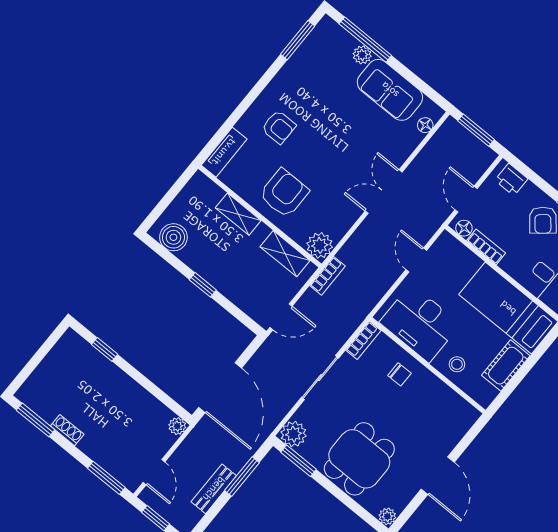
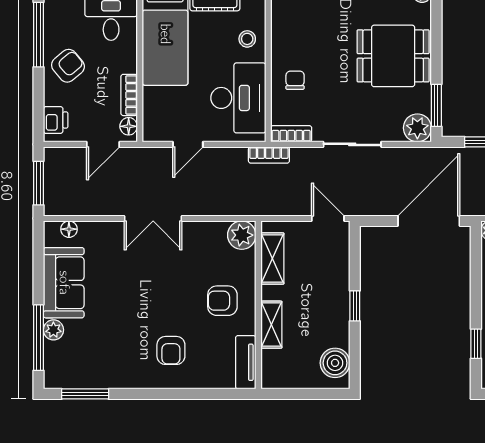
armchair: (279, 127) -> (171, 350), turned 180
tv unit: (224, 152) -> (246, 362), moved, turned -90
armchair: (284, 193) -> (222, 301), width x0.72, depth x0.72
bookcase: (327, 276) -> (269, 155), moved, turned 180

